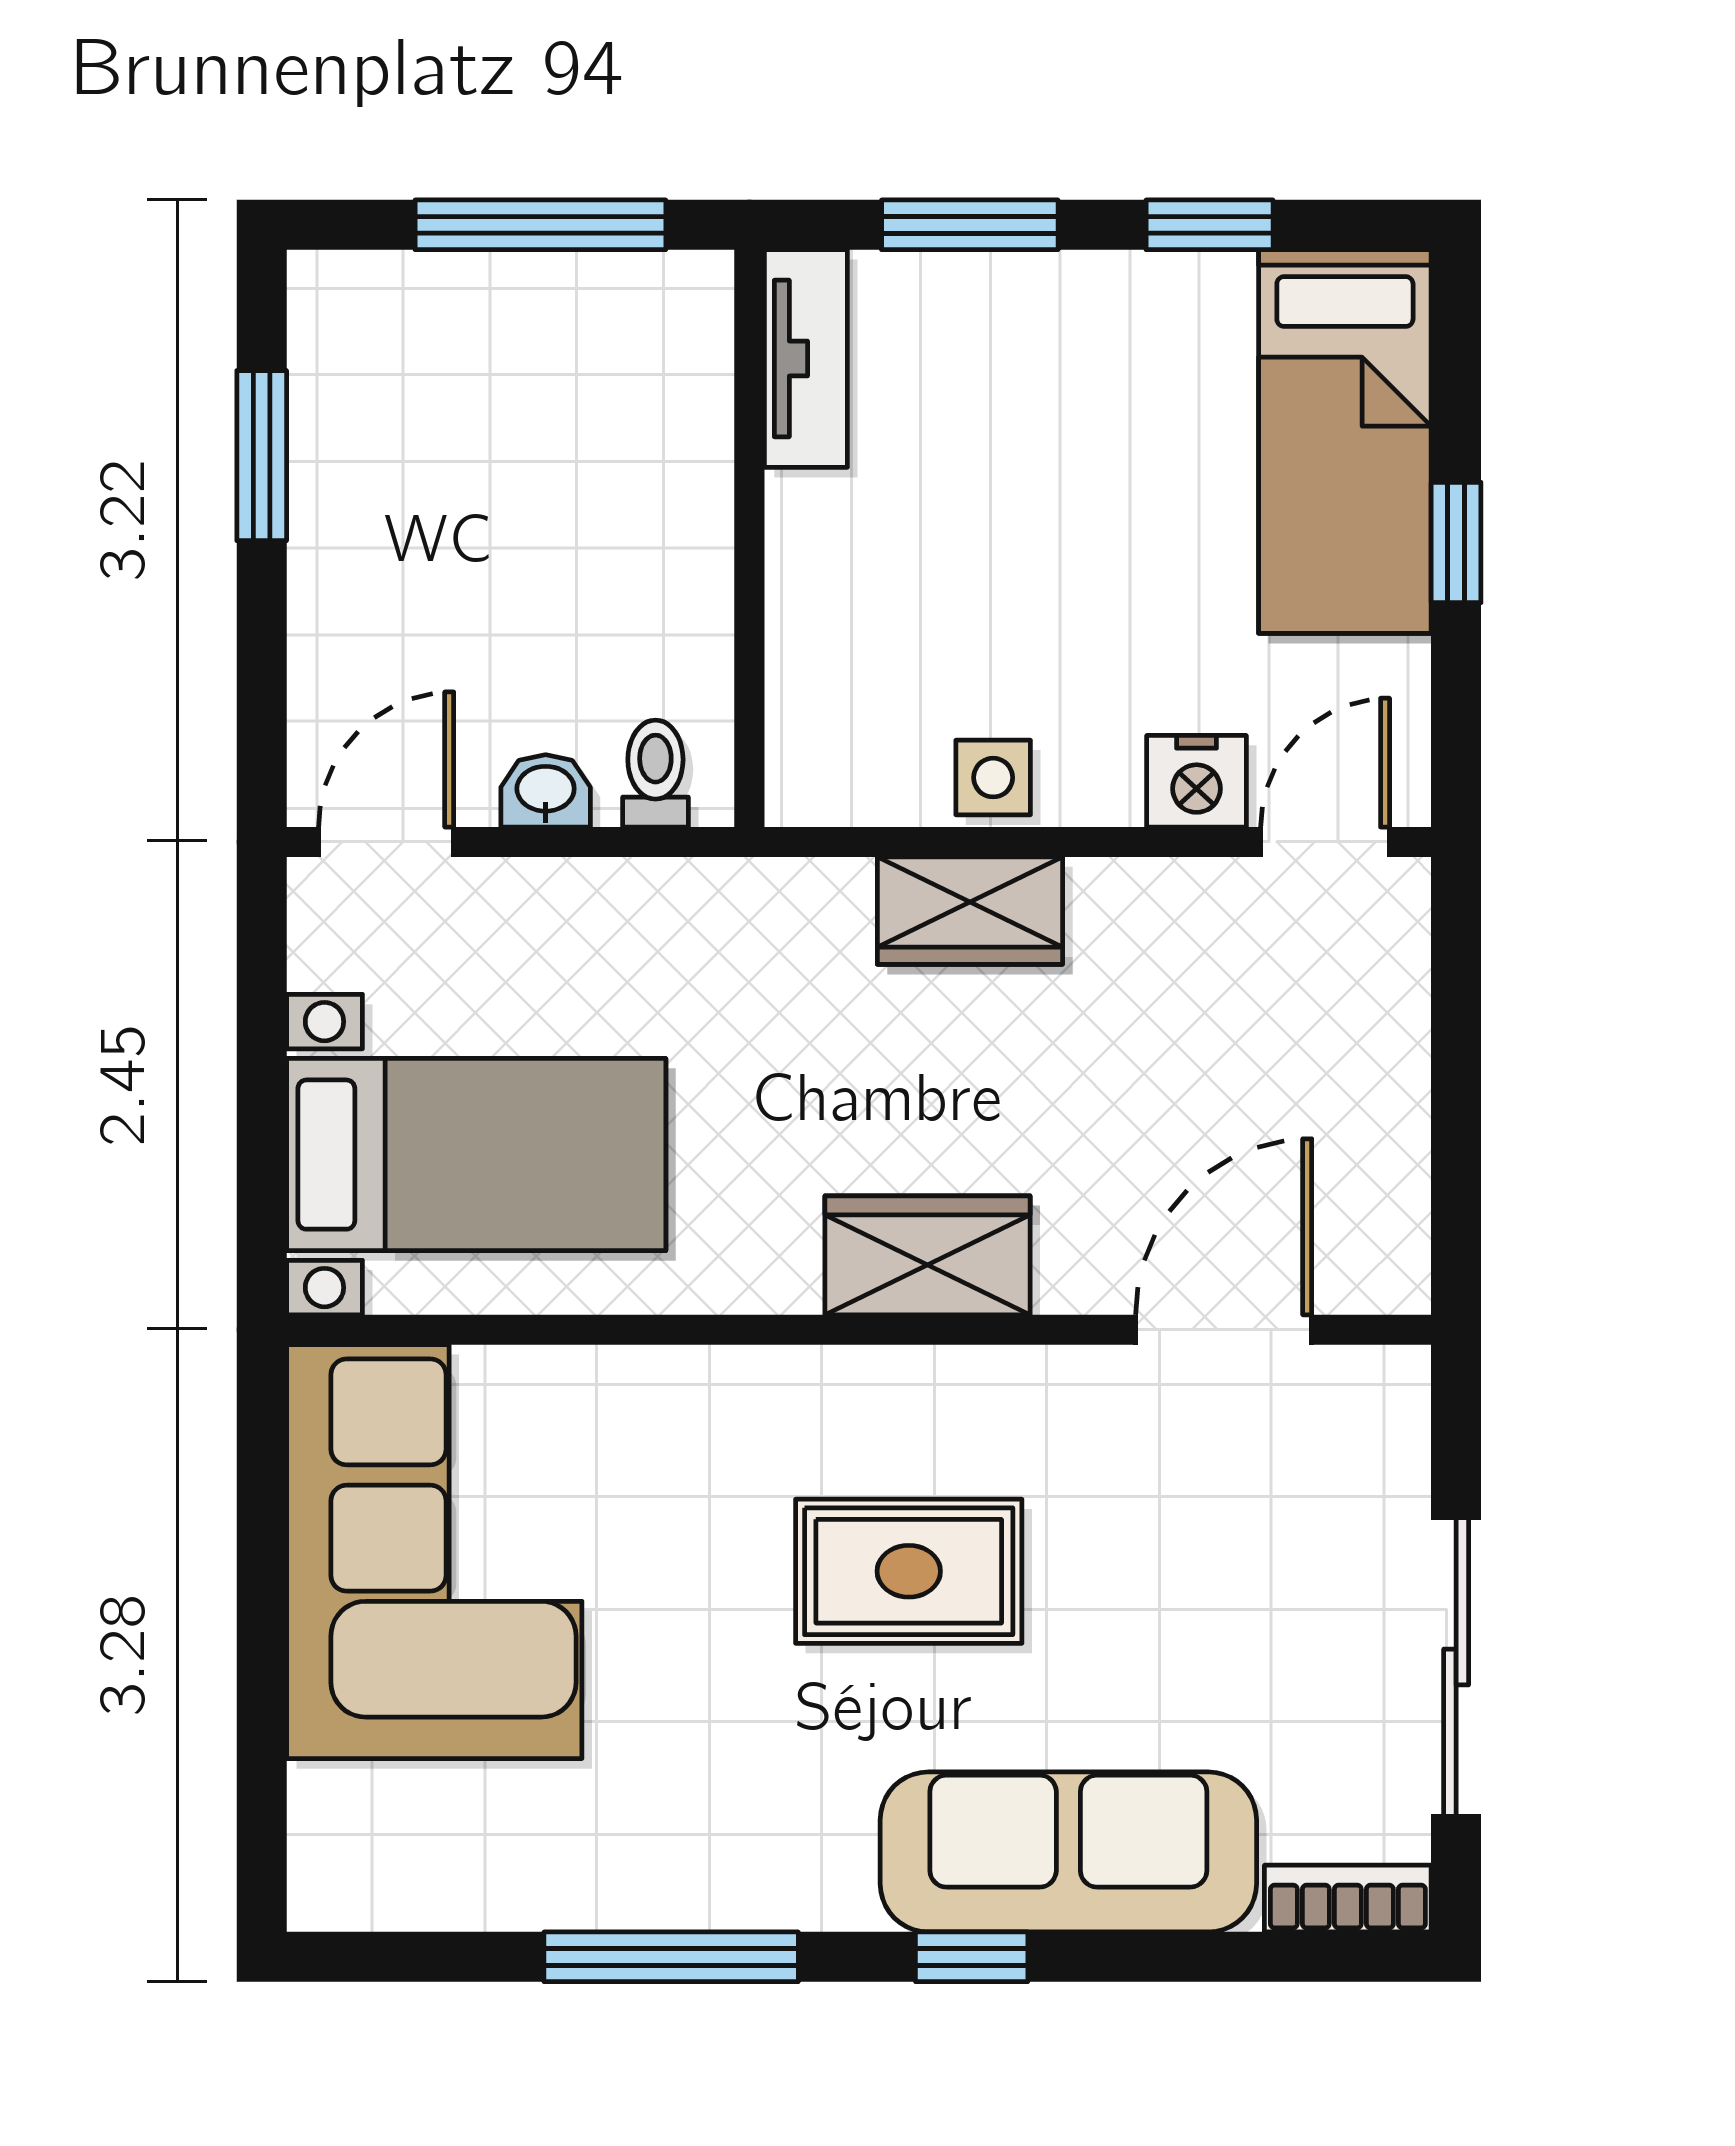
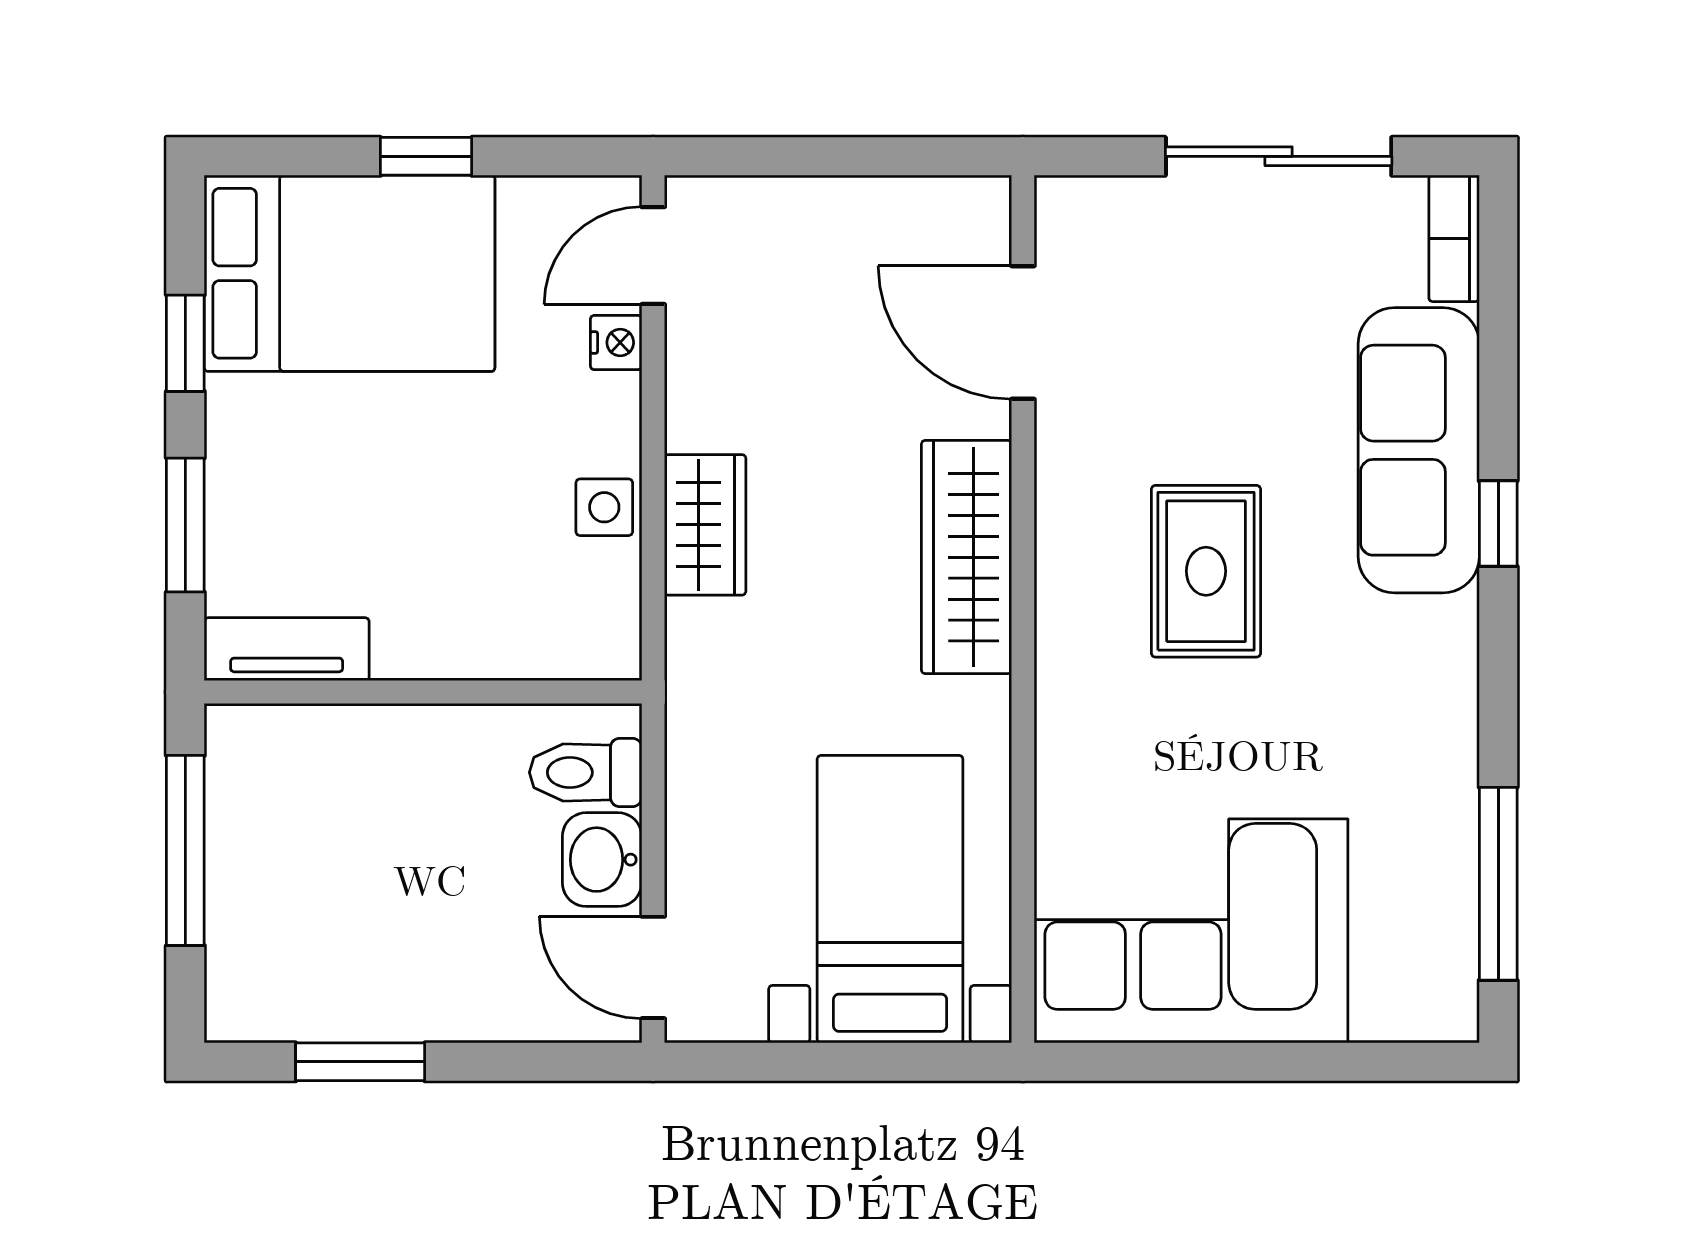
bed: (1345, 442) -> (350, 273), width x1.50
toilet: (655, 774) -> (586, 772), width x1.37, depth x1.39
nightstand: (1197, 781) -> (616, 343), width x0.72, depth x0.74
washbasin: (546, 791) -> (602, 860), width x1.38, depth x1.45
door: (1325, 842) -> (653, 256), hinge flipped
wardrobe: (927, 1255) -> (966, 557), width x1.50
window: (671, 1957) -> (1498, 884), moved

